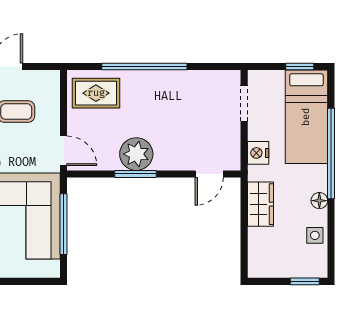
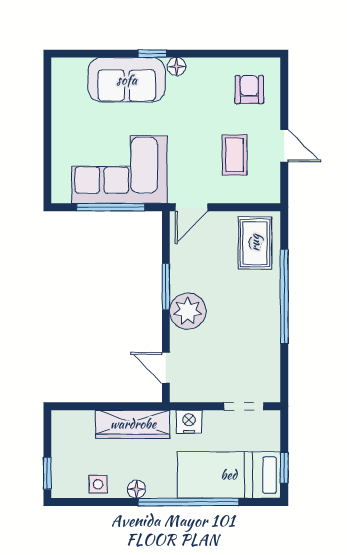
plant: (136, 154) -> (188, 311), moved
wardrobe: (260, 204) -> (133, 424), width x1.50

